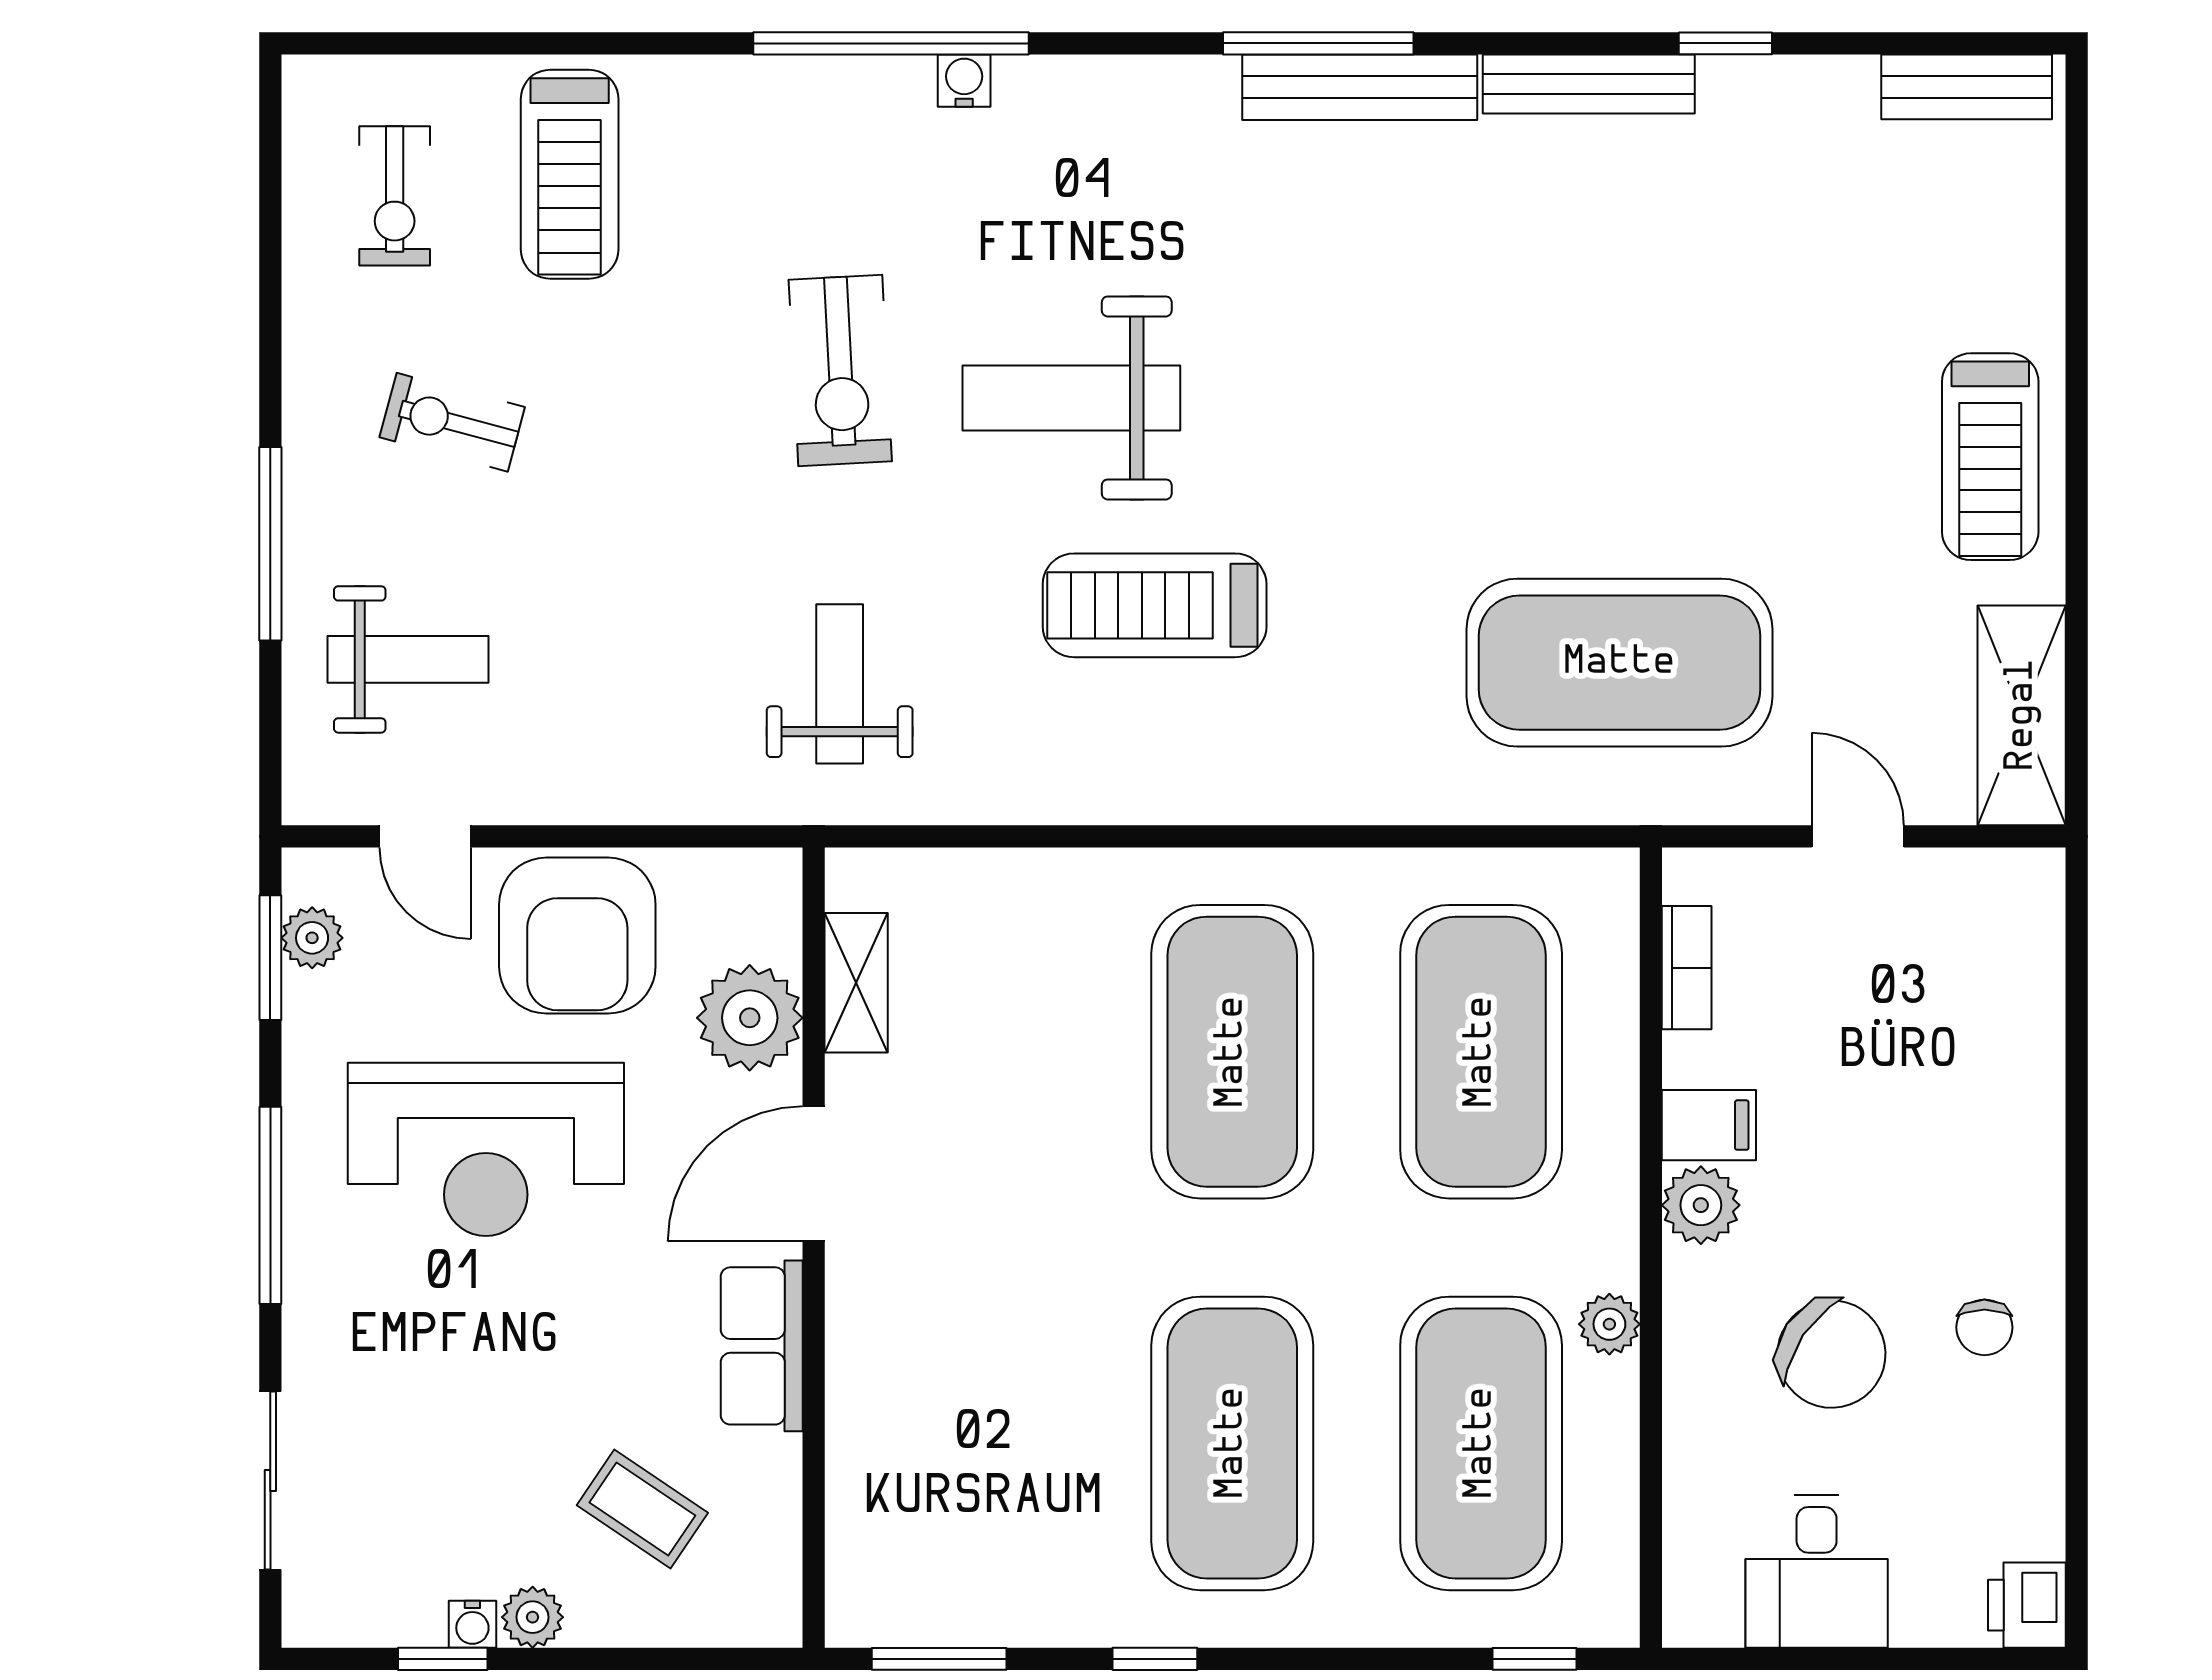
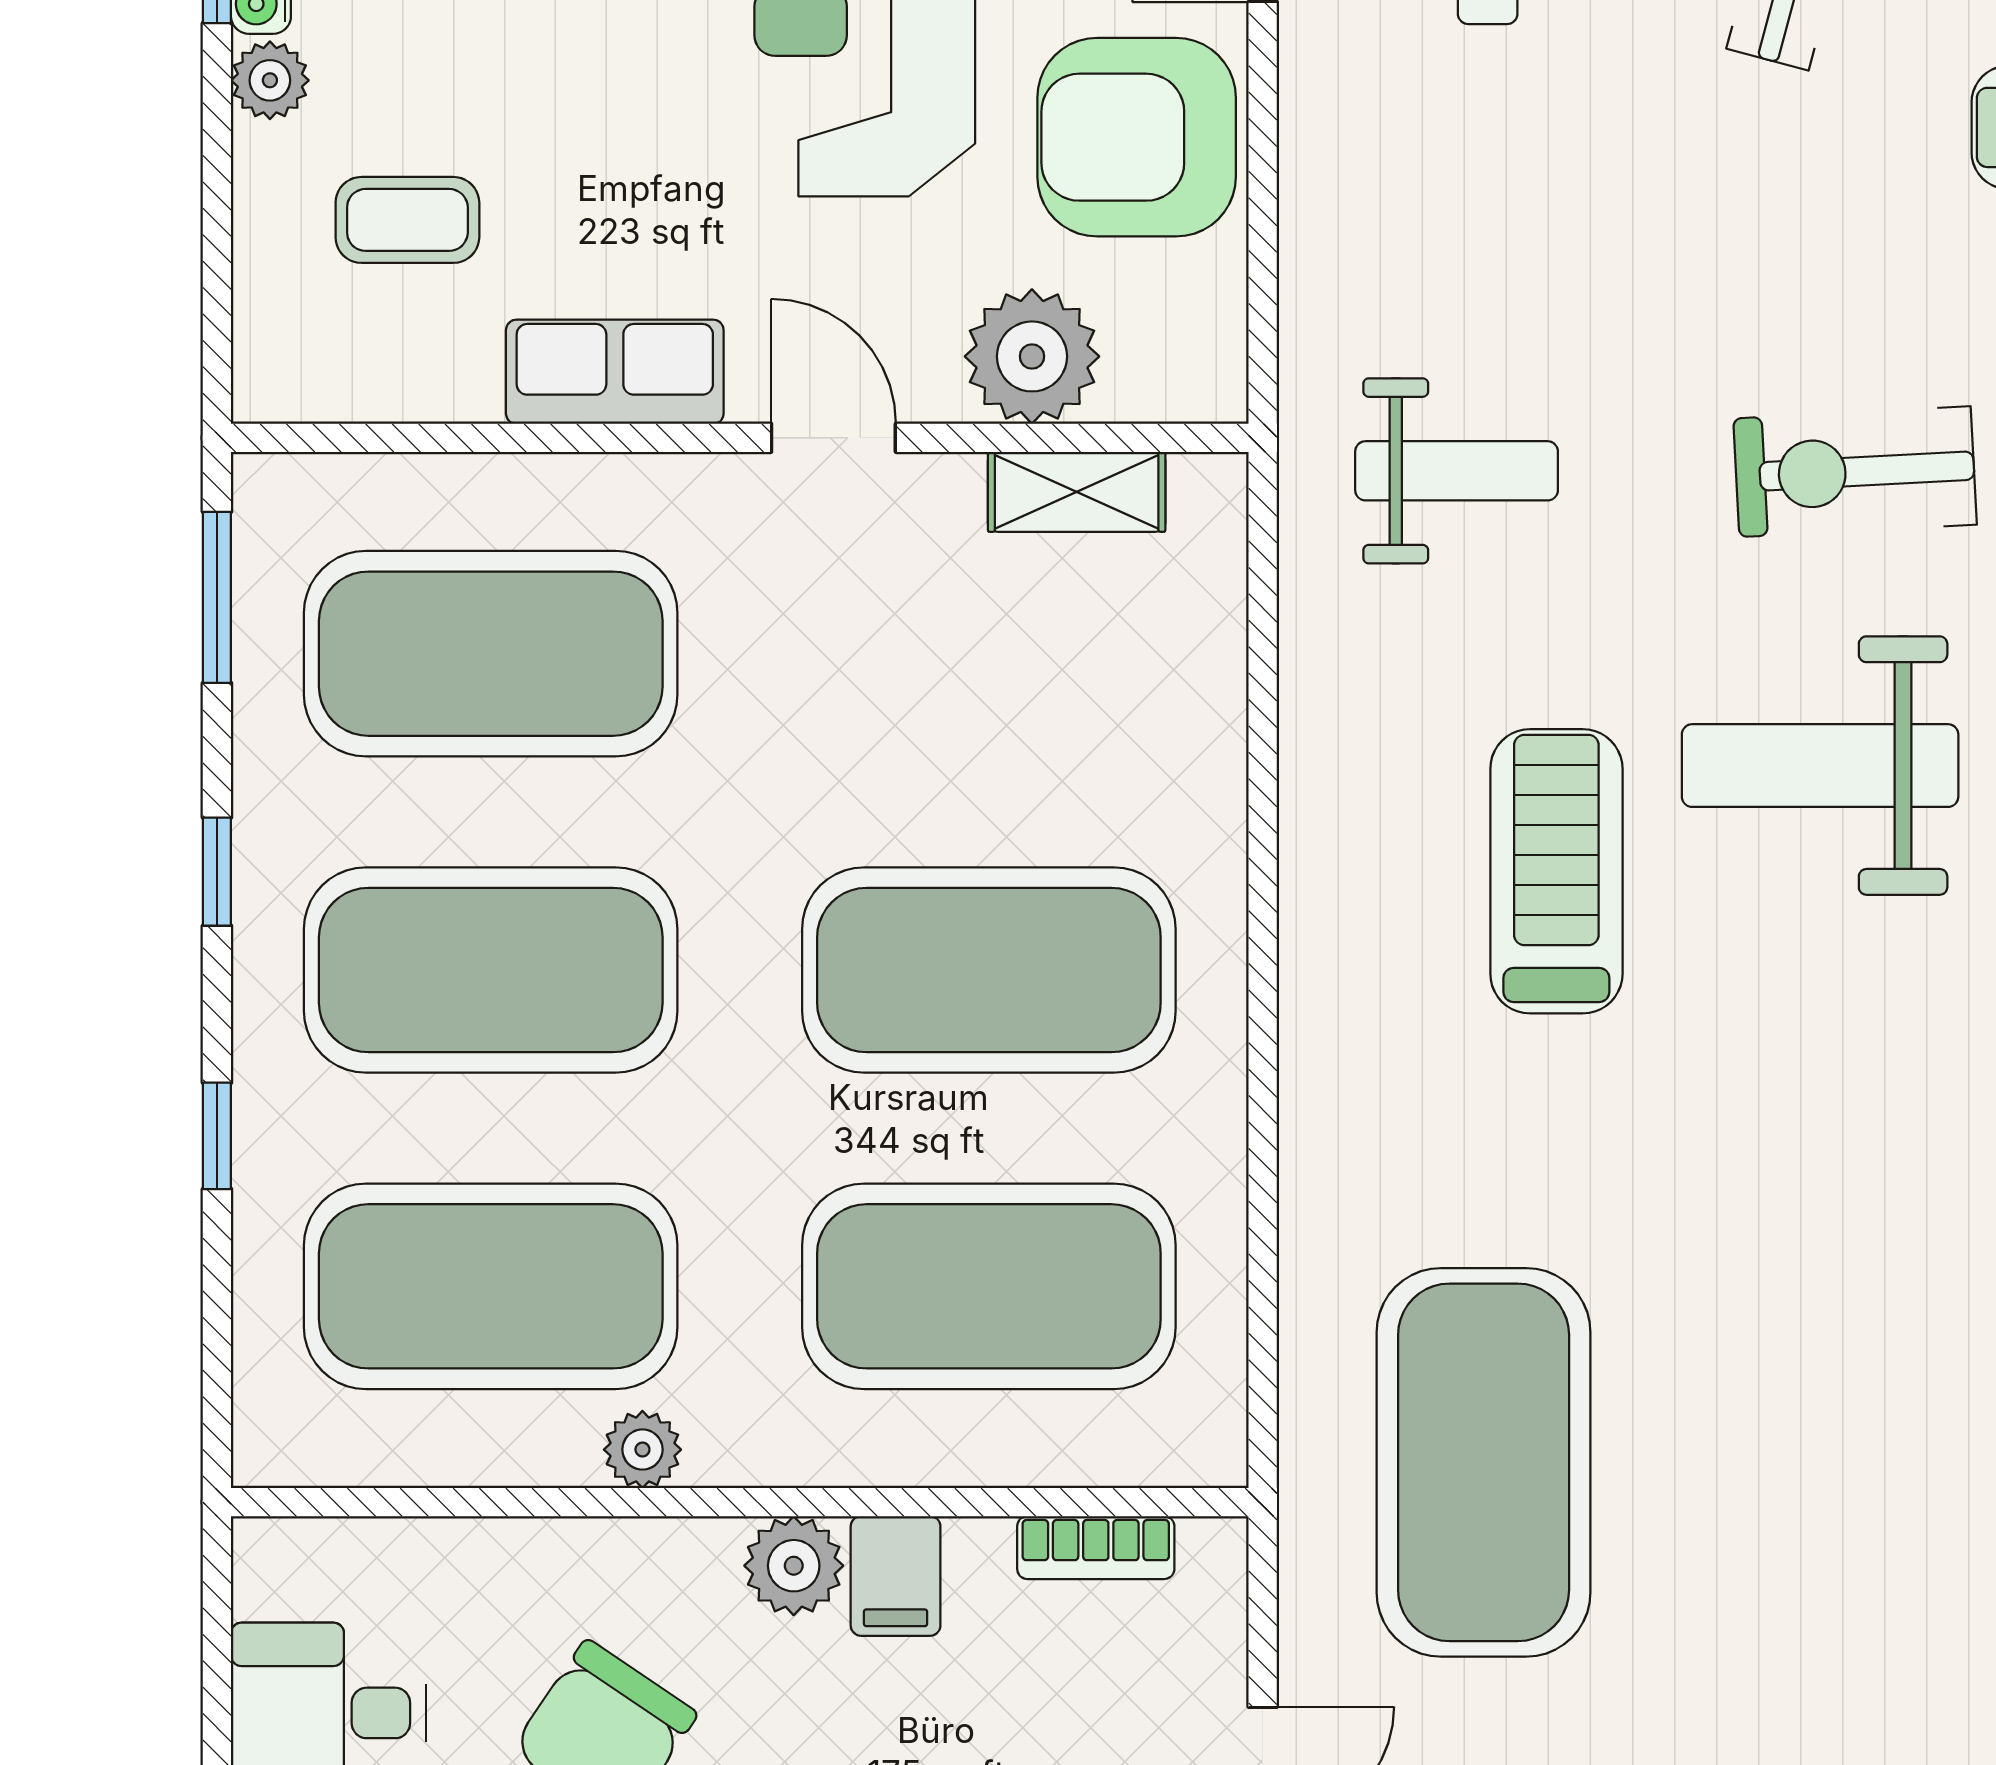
weight bench: (1071, 398) -> (1820, 766), turned -90
door: (814, 1174) -> (833, 438), width x0.73
exercise mat: (983, 1443) -> (491, 654), added
coffee table: (642, 1509) -> (407, 220), turned 56
window: (1535, 1659) -> (217, 1136), moved

